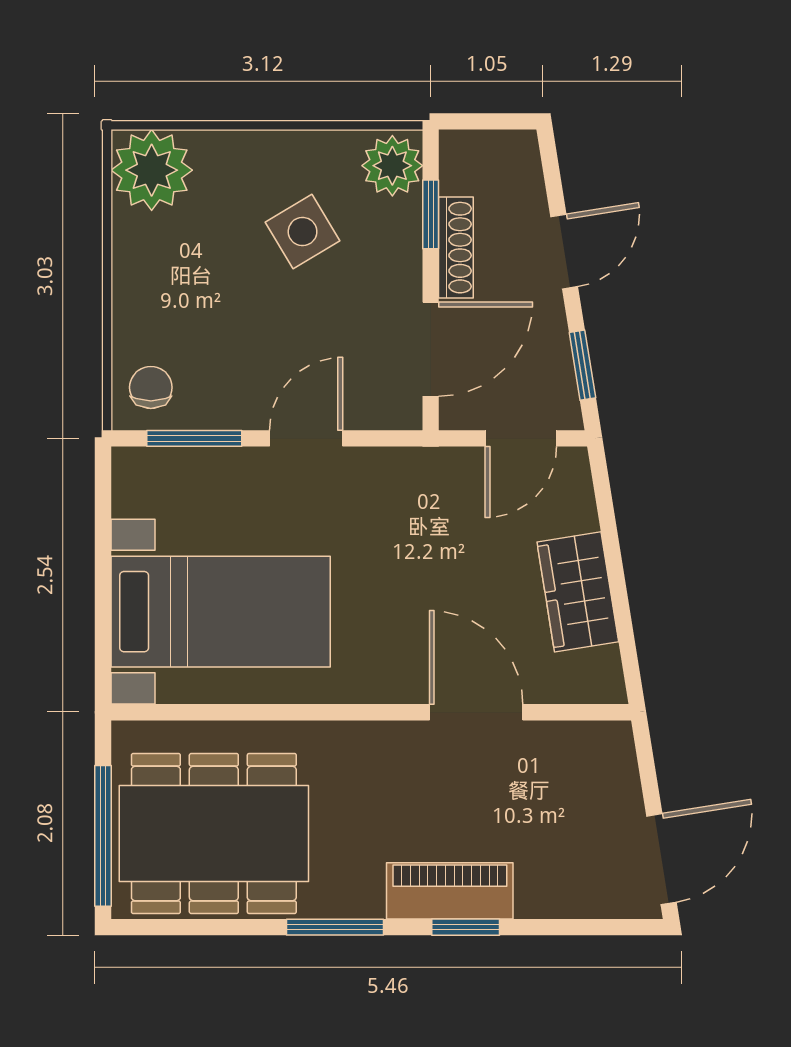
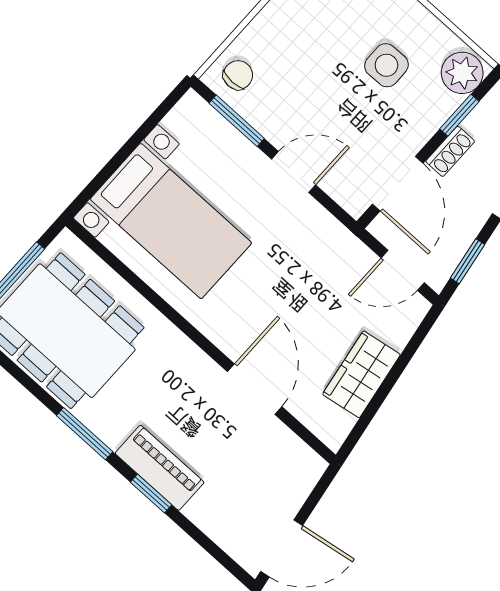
side table: (303, 232) -> (386, 65), turned 30
shoe rack: (456, 248) -> (450, 151), width x0.70
door: (431, 349) -> (398, 184), hinge flipped

